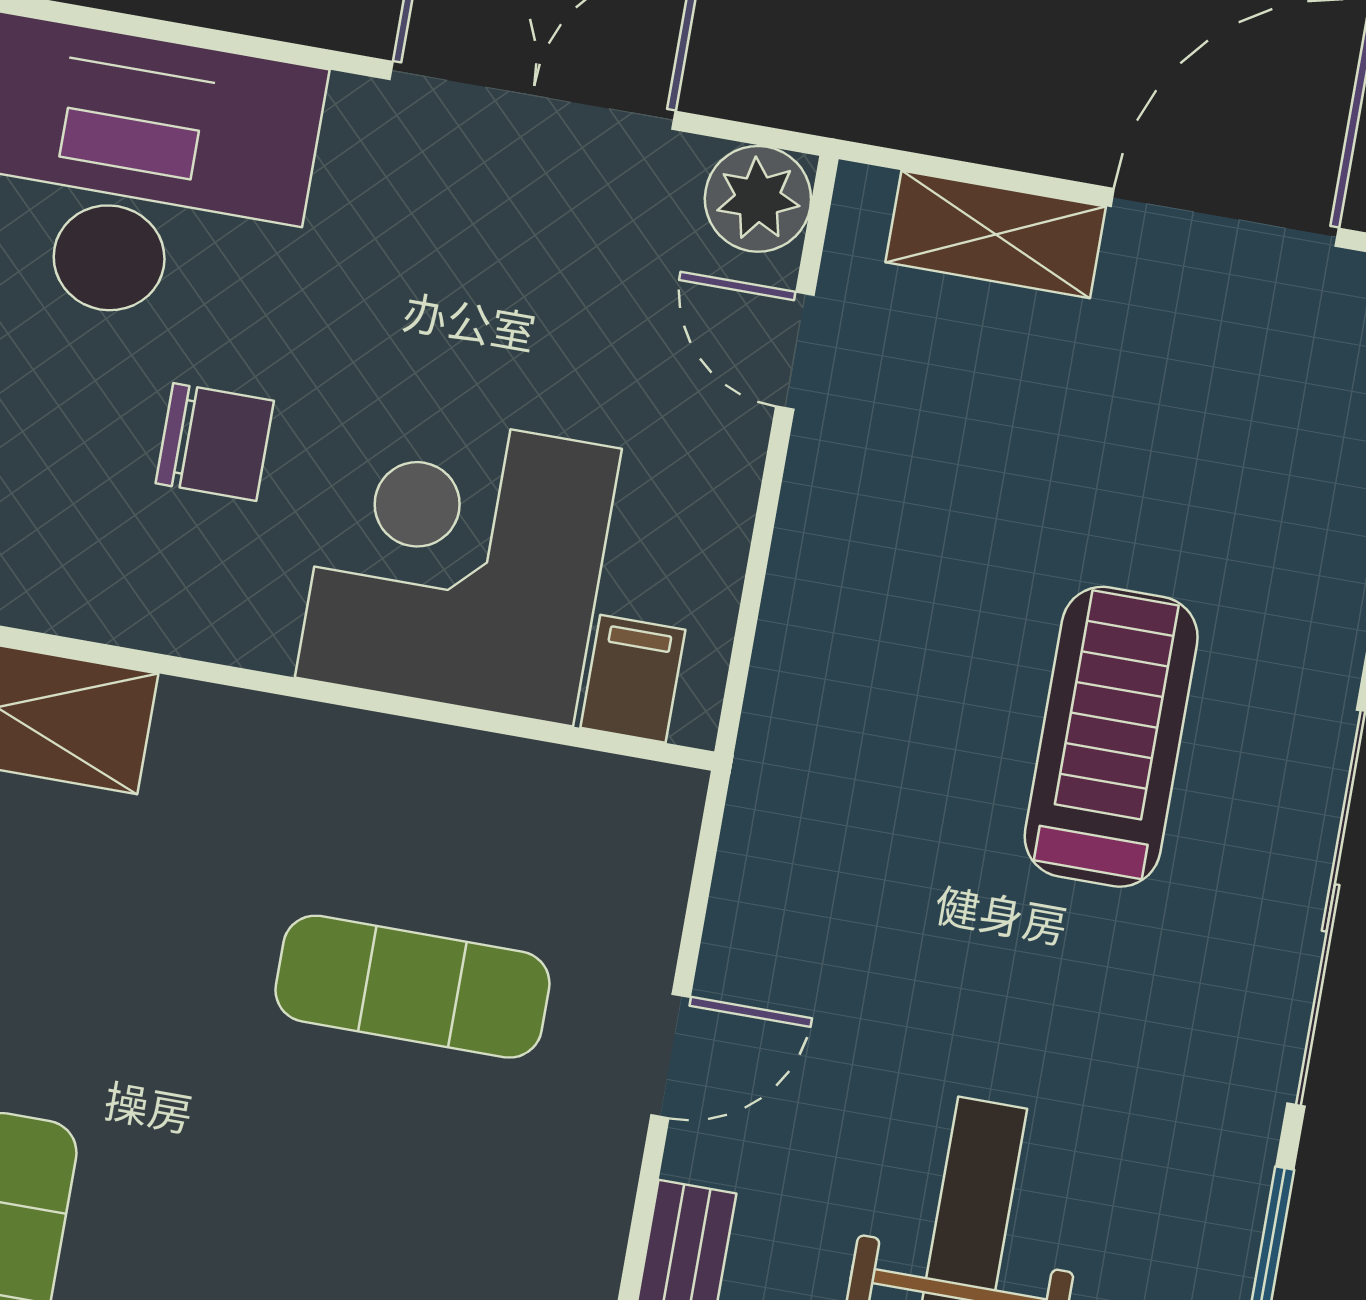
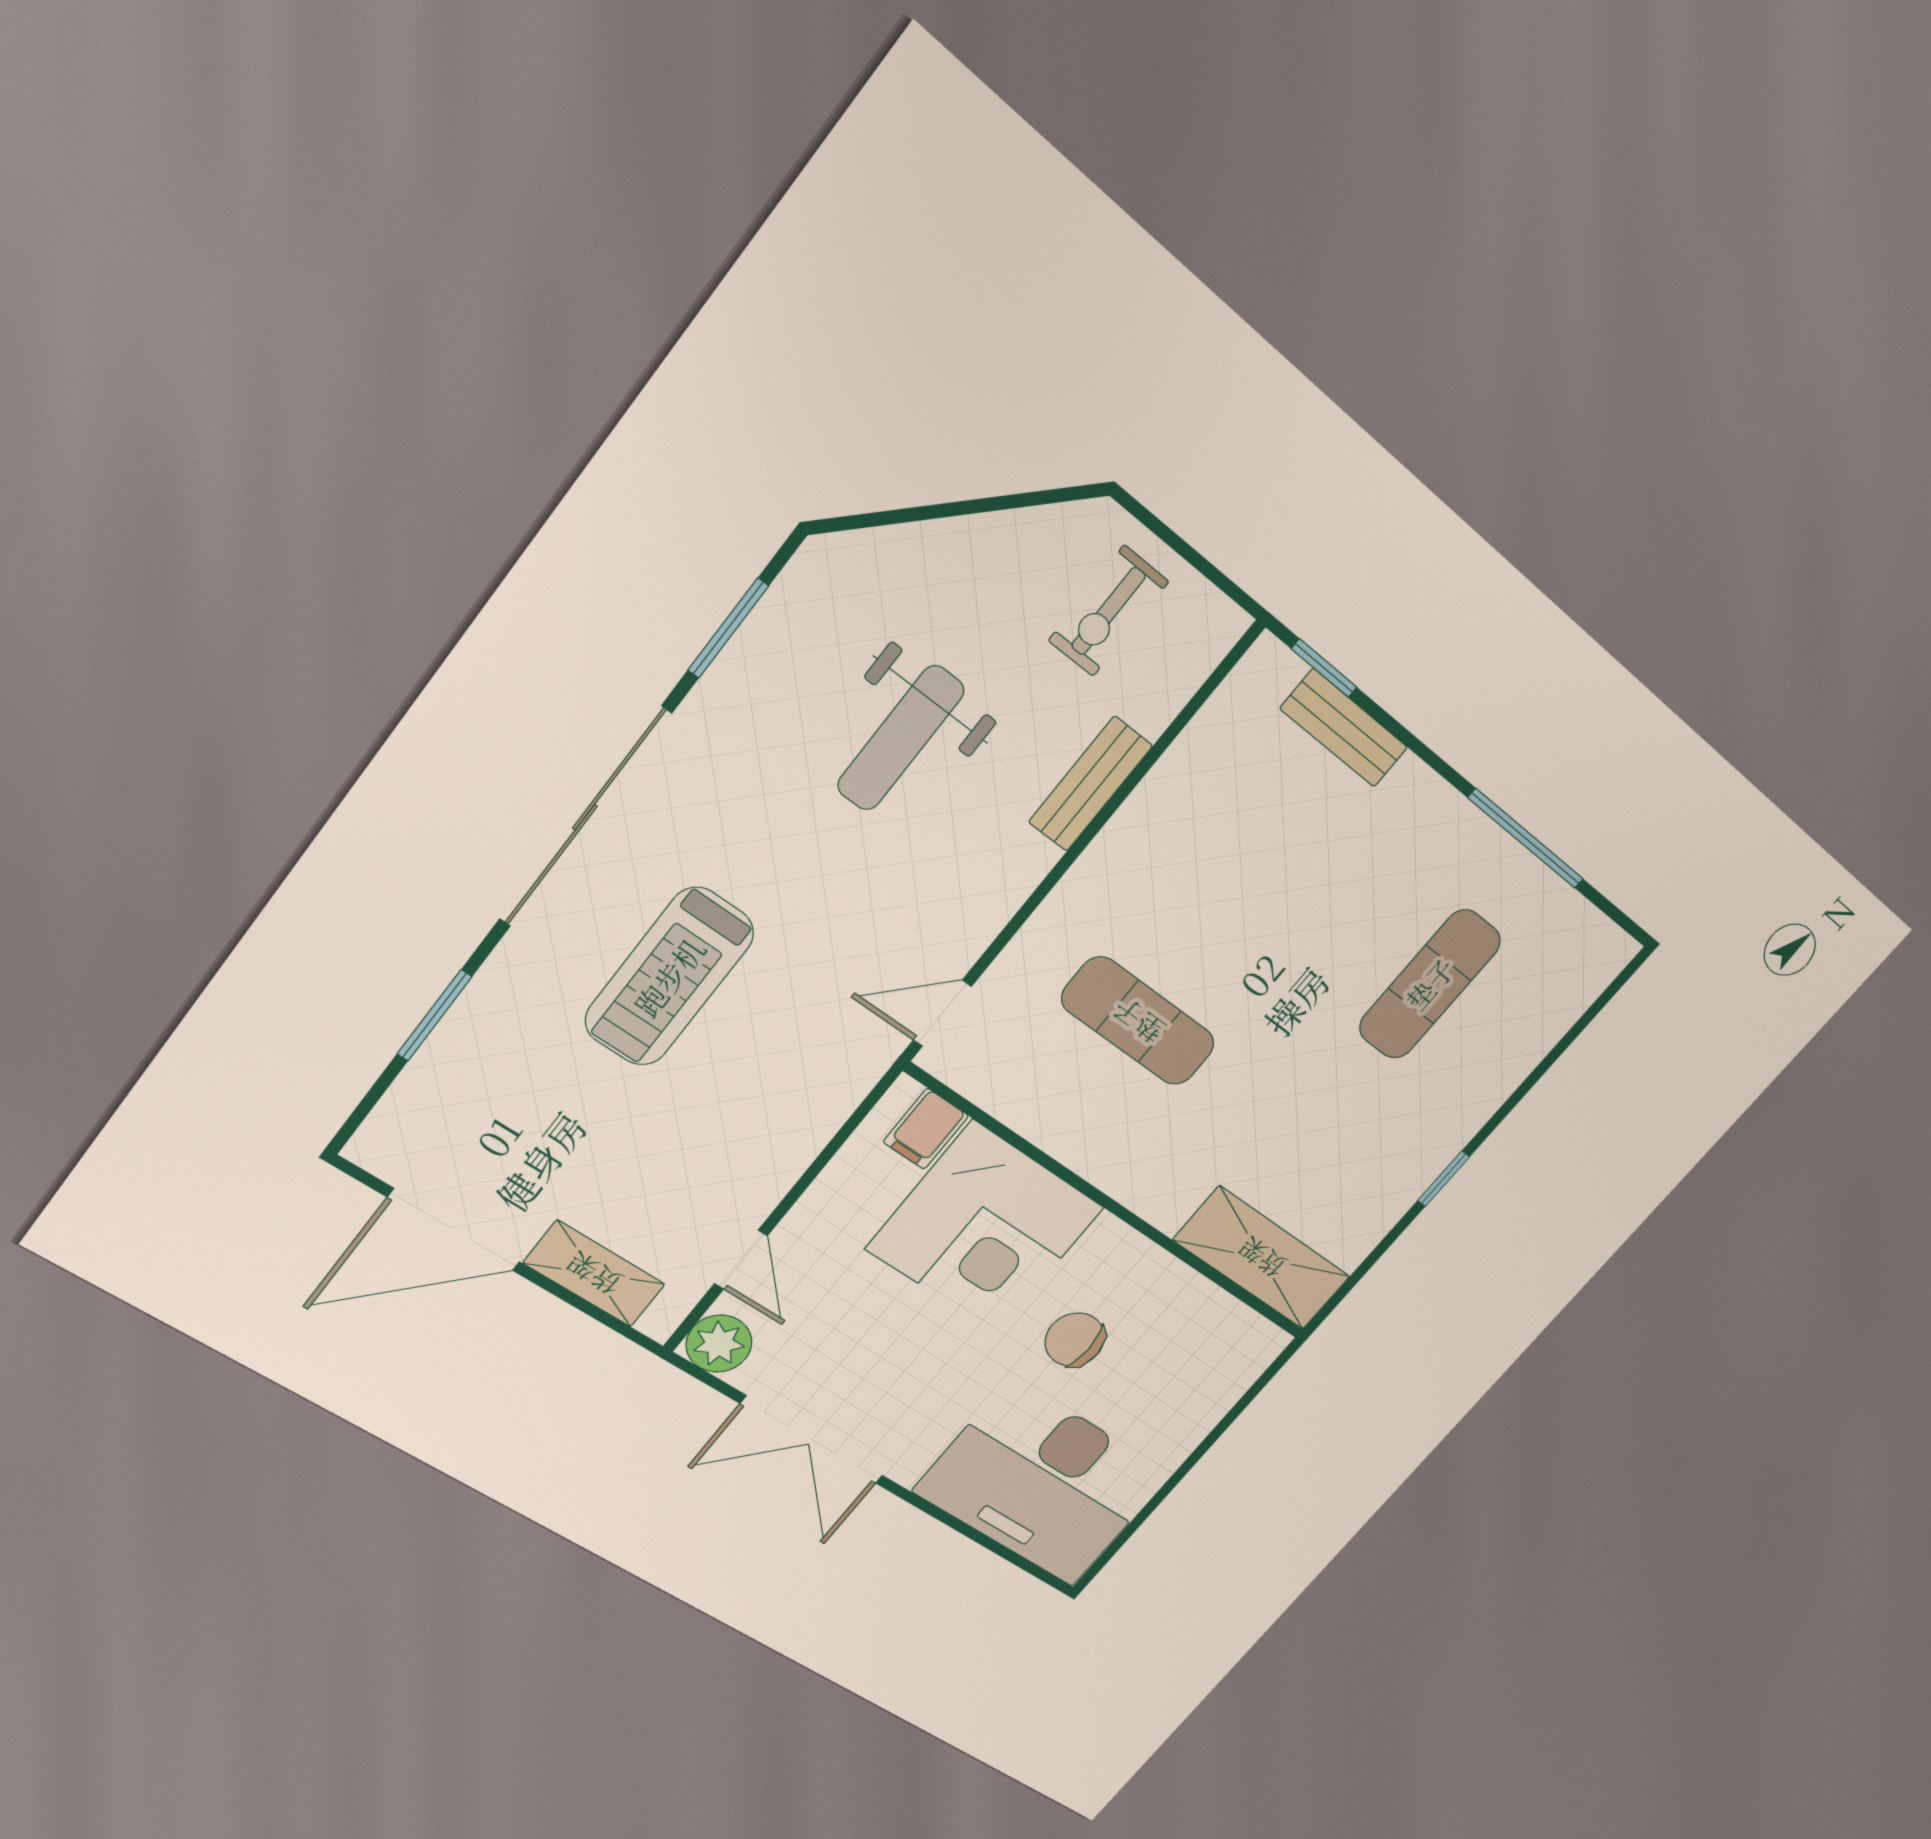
door: (671, 1056) -> (942, 1013), moved

